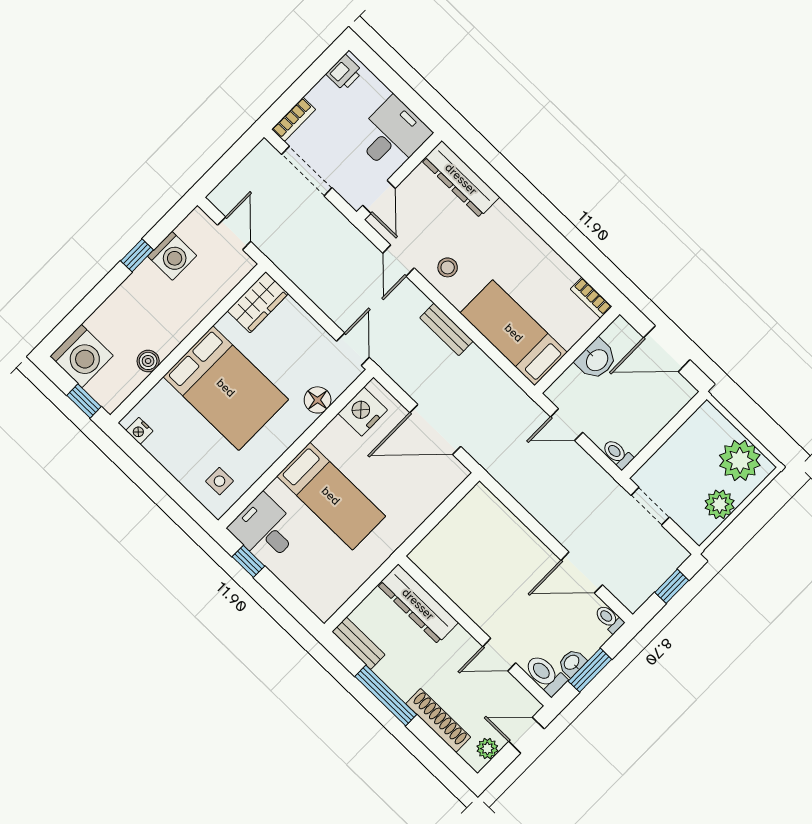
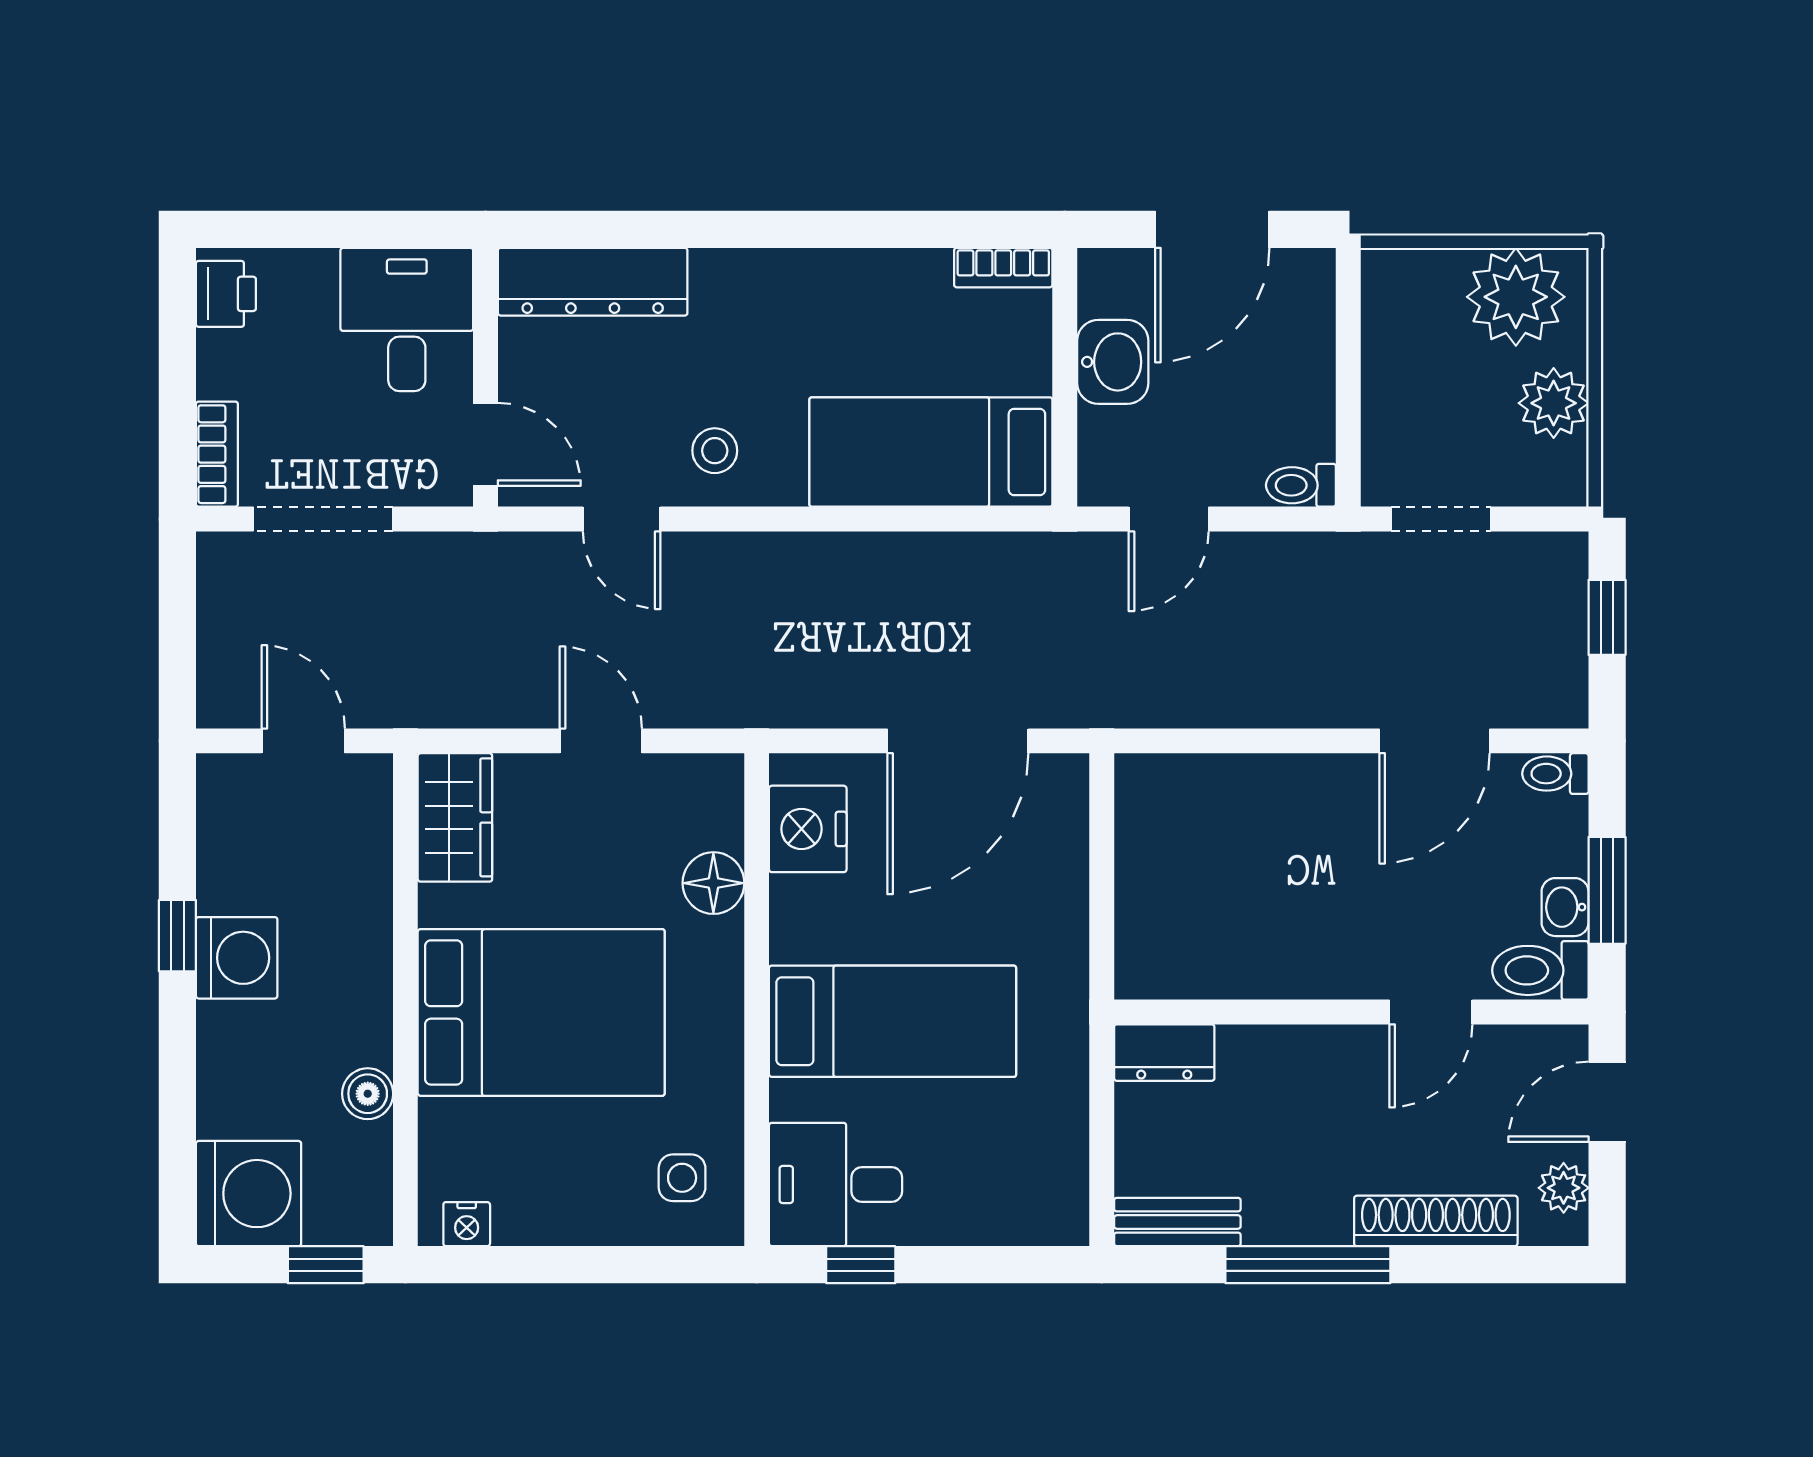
washing machine: (172, 256) -> (237, 958), moved
bench: (446, 329) -> (814, 556), removed
door: (353, 349) -> (601, 741), moved
dresser: (418, 604) -> (1164, 1053), width x0.51, depth x0.80

